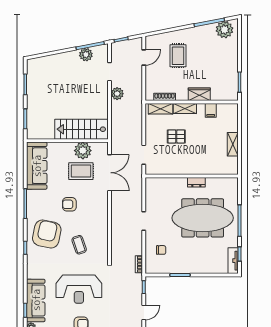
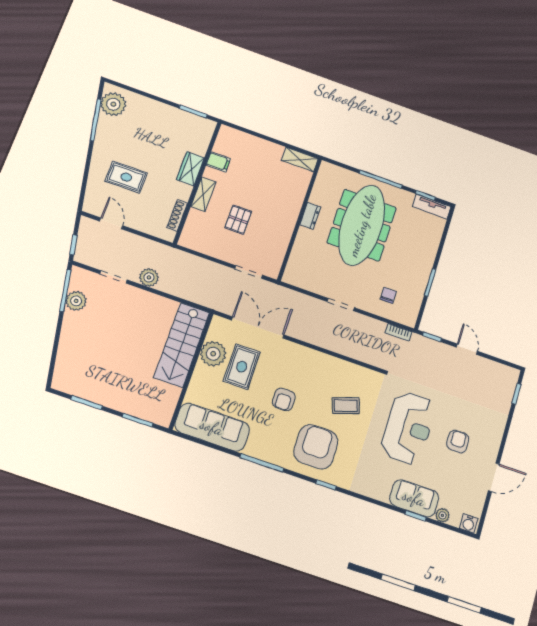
shelving: (161, 109) -> (192, 227), removed
shelving: (233, 144) -> (300, 160), moved
armchair: (47, 234) -> (316, 447), turned 78
sofa: (36, 300) -> (414, 498), width x0.73

